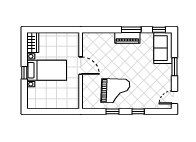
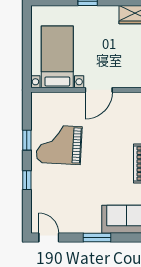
bed with nightstands: (47, 70) -> (57, 57), moved, turned 180
grand piano: (115, 91) -> (59, 145), turned 91

